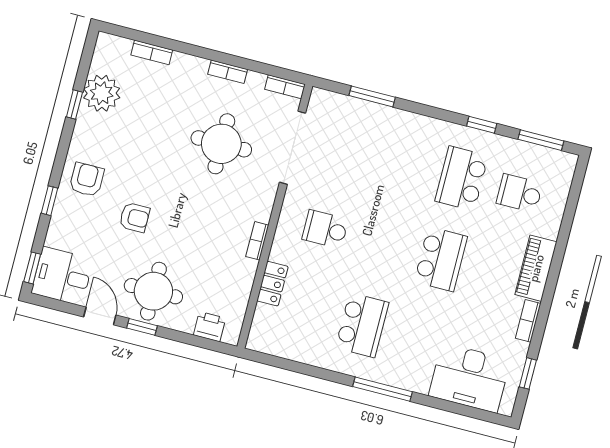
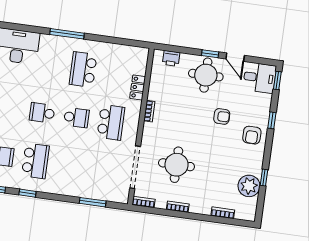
armchair: (135, 217) -> (222, 116), turned 180
school desk: (325, 229) -> (111, 122), width x1.85
school desk: (383, 244) -> (76, 118), added
school desk: (441, 259) -> (42, 113), width x0.54

